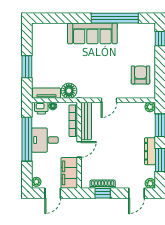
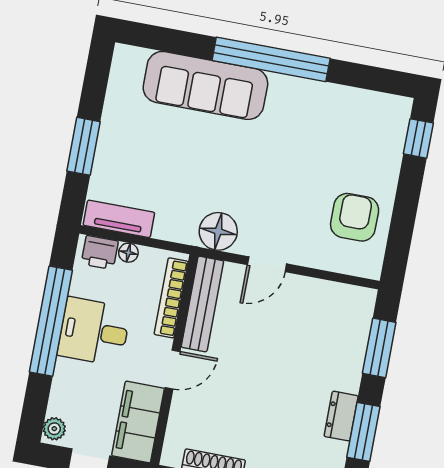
window: (115, 18) -> (271, 59), moved
sofa: (92, 33) -> (205, 85), moved
floor lamp: (69, 91) -> (218, 231), moved
plant: (150, 107) -> (363, 299), removed
dresser: (150, 151) -> (341, 416), width x0.70

